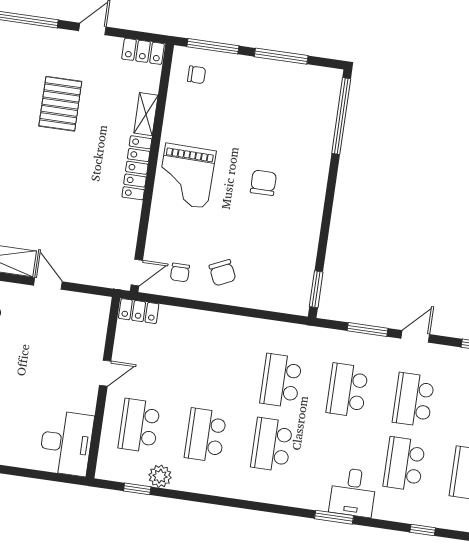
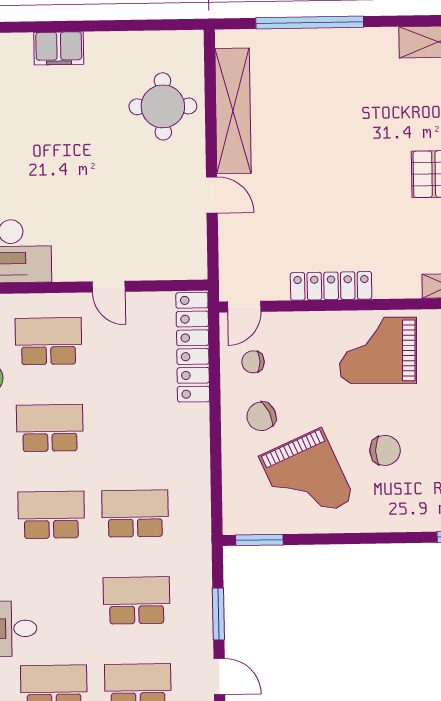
locker: (137, 168) -> (331, 286), moved
grand piano: (275, 246) -> (307, 478), added
door: (137, 272) -> (244, 307), hinge flipped
door: (48, 283) -> (212, 195), hinge flipped
locker: (139, 311) -> (193, 347), width x2.16, depth x1.21

